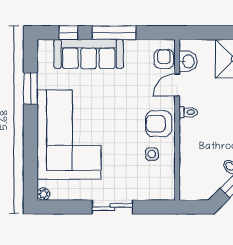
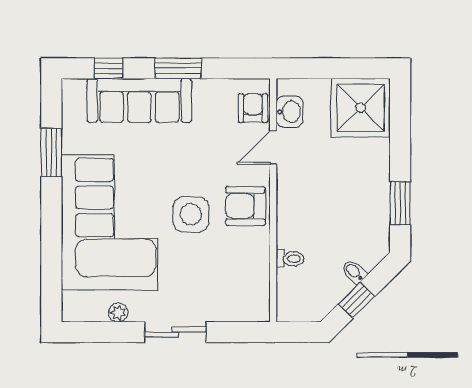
window: (114, 33) -> (178, 68), width x0.69
toilet: (188, 112) -> (290, 259), moved
side table: (152, 154) -> (191, 214), moved, width x1.87, depth x1.87
plant: (43, 194) -> (118, 313), moved

